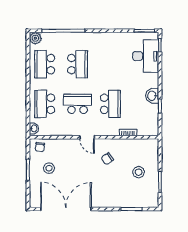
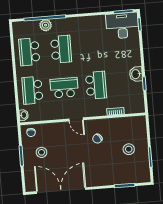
plant: (35, 38) -> (46, 25), moved
desk: (146, 56) -> (122, 26), moved, turned -90

